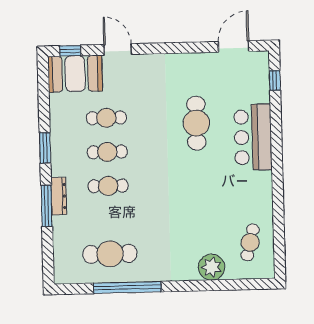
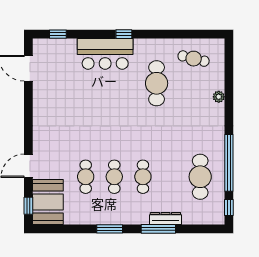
cafe table: (196, 123) -> (157, 83), moved, turned 90
window: (277, 159) -> (124, 34), added
dresser: (59, 196) -> (165, 219), moved
plant: (211, 267) -> (219, 97), width x0.53, depth x0.53
window: (74, 289) -> (229, 207), added

